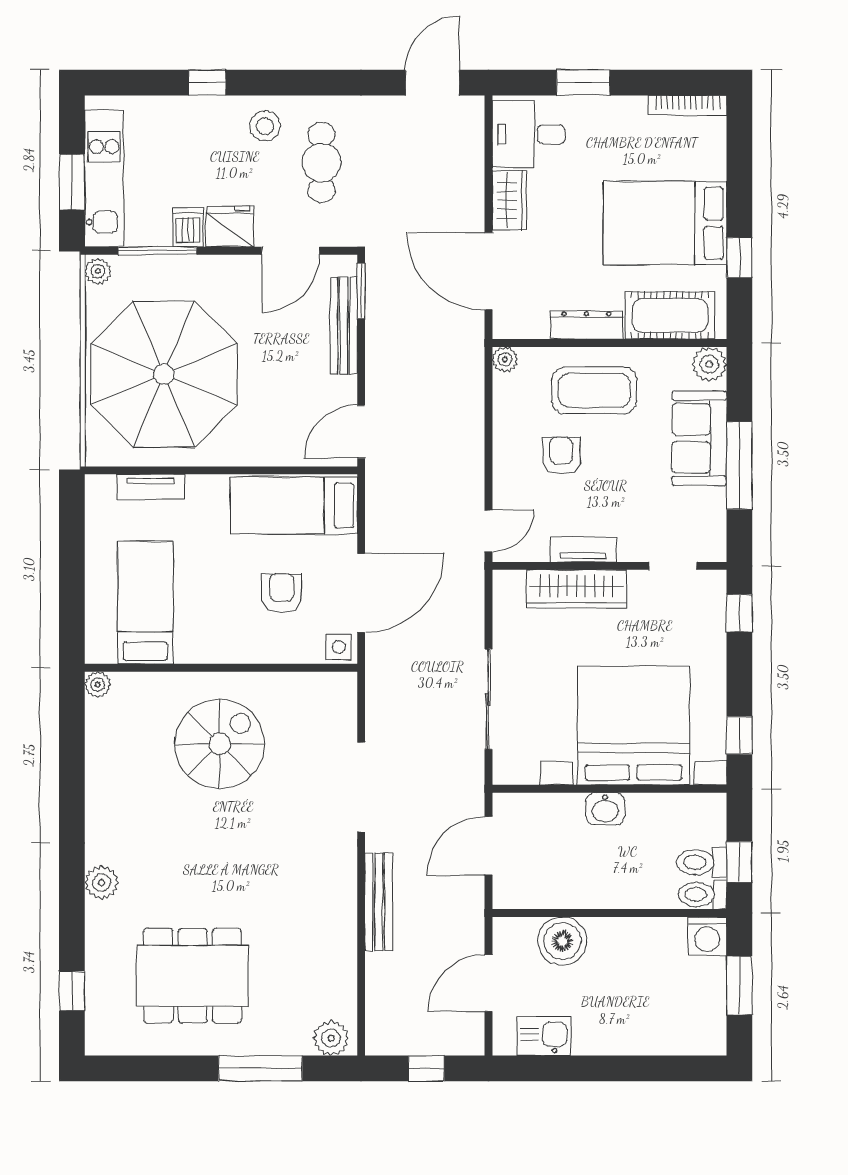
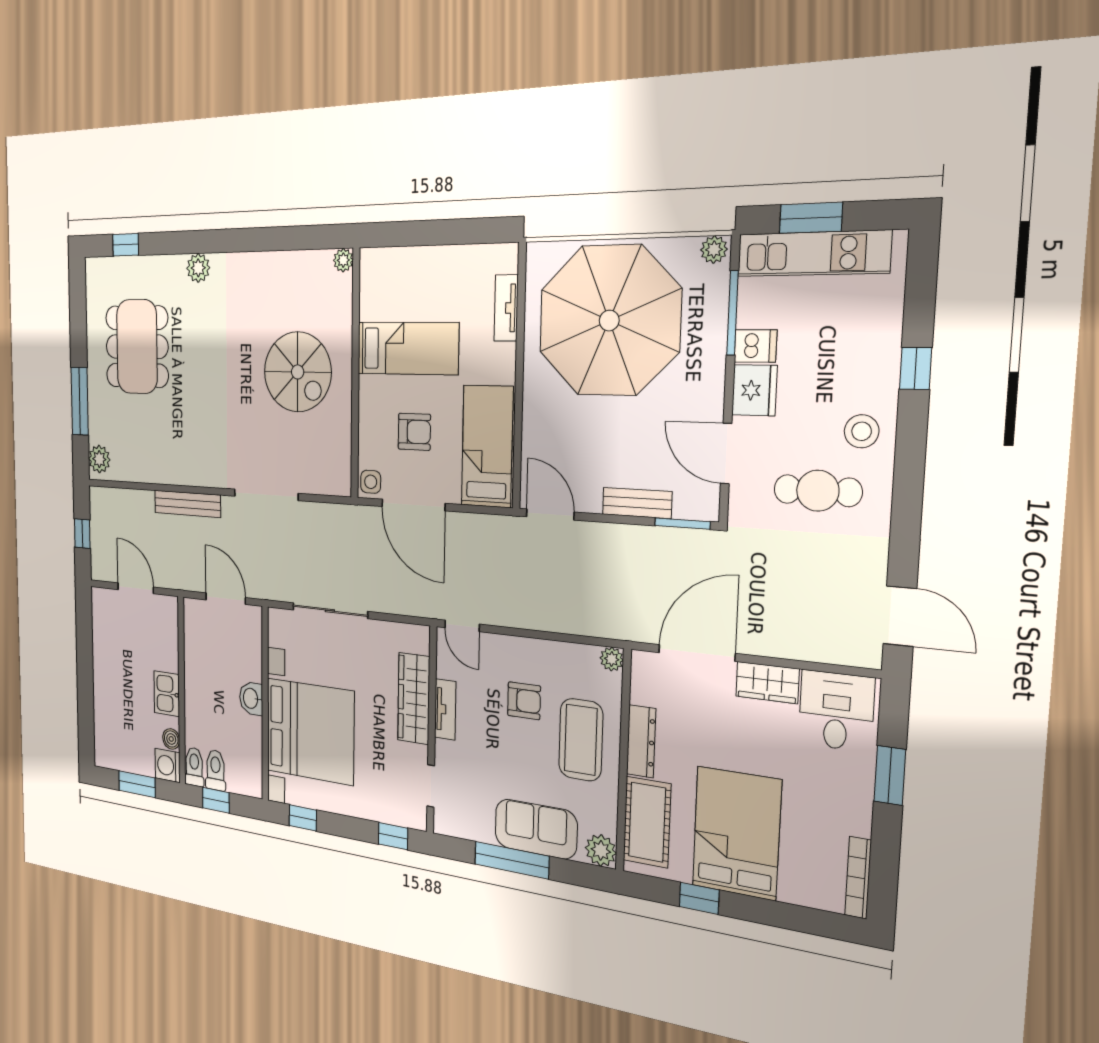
bench: (344, 325) -> (637, 503), width x0.73
bed: (145, 602) -> (408, 348), moved
boiler: (562, 941) -> (171, 739), moved, width x0.54, depth x0.54
kitchen sink: (544, 1036) -> (167, 694), moved, turned 180

